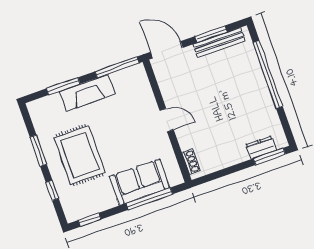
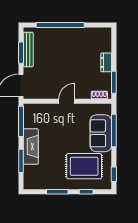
dresser: (261, 147) -> (106, 62), moved
rug: (80, 155) -> (84, 166), moved
window: (269, 156) -> (114, 82), moved

